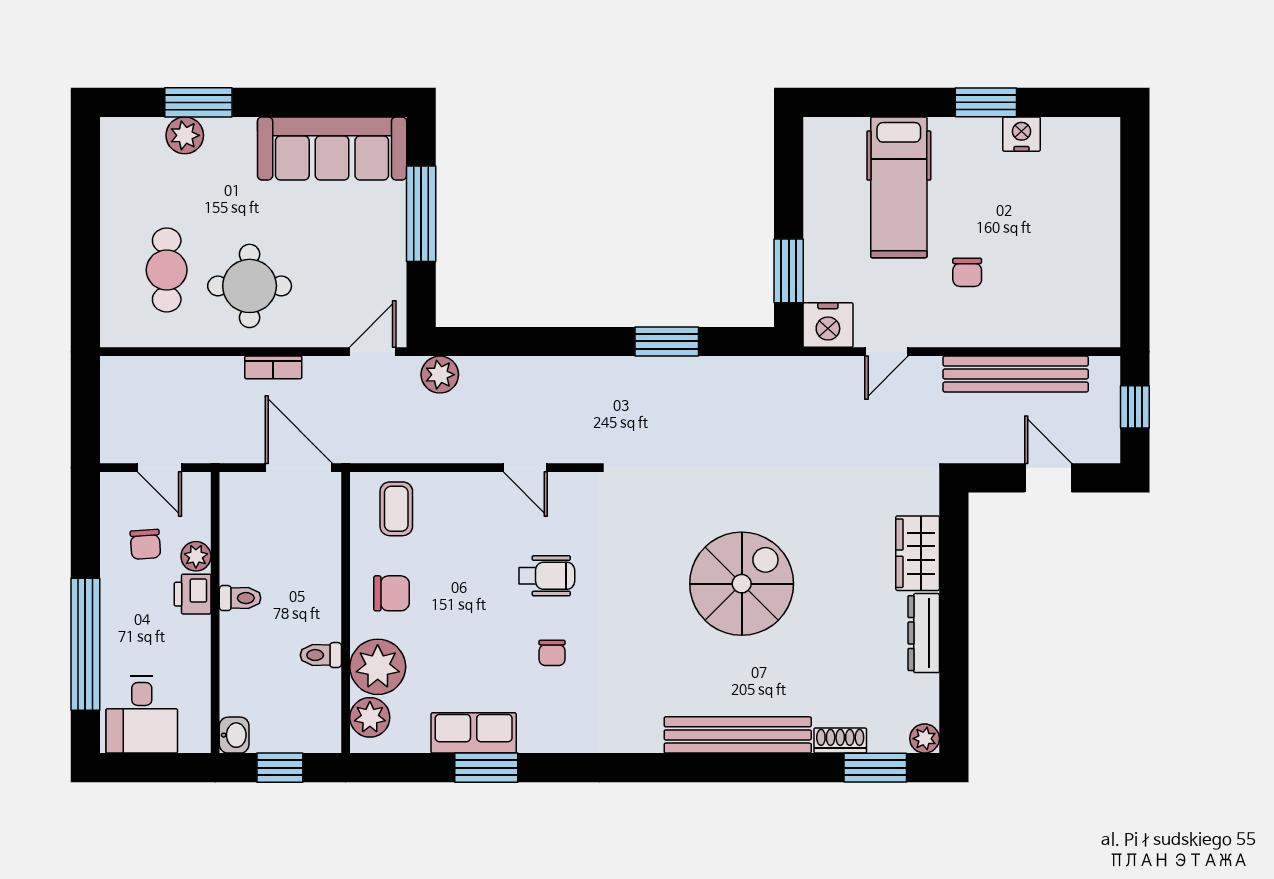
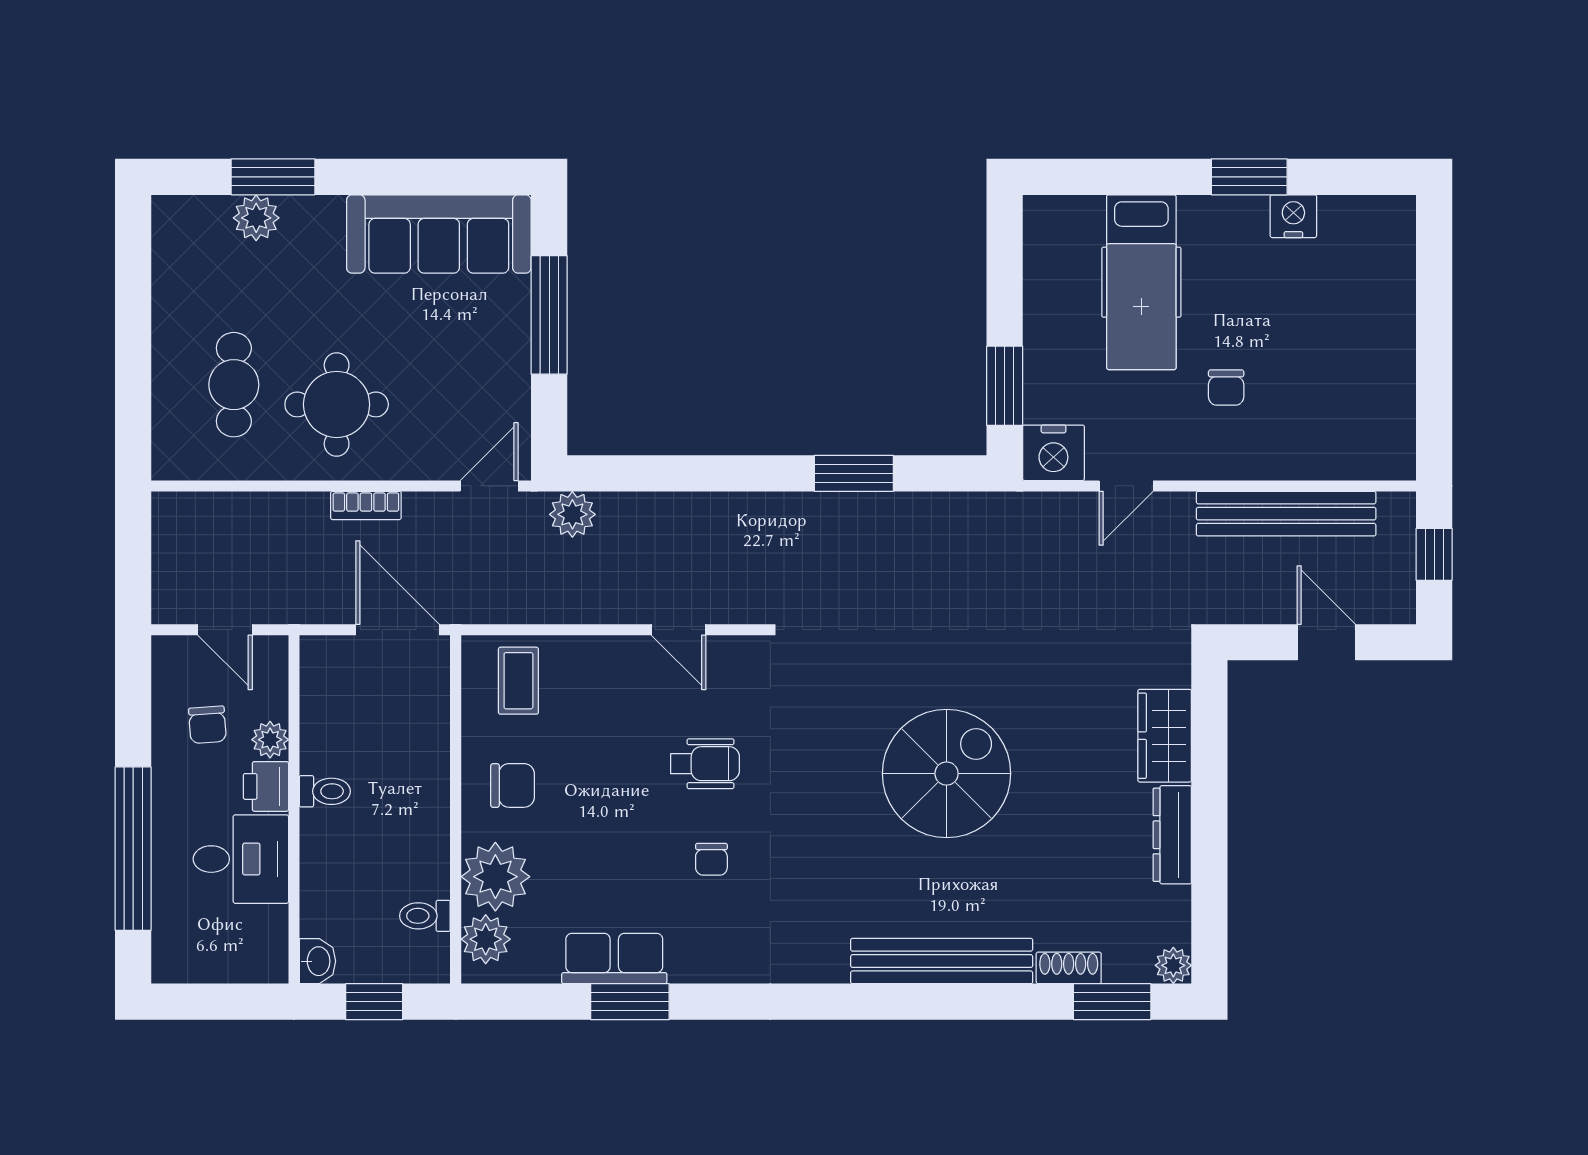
toilet: (321, 655) -> (425, 916), moved
desk: (142, 715) -> (241, 859), moved, turned -90

